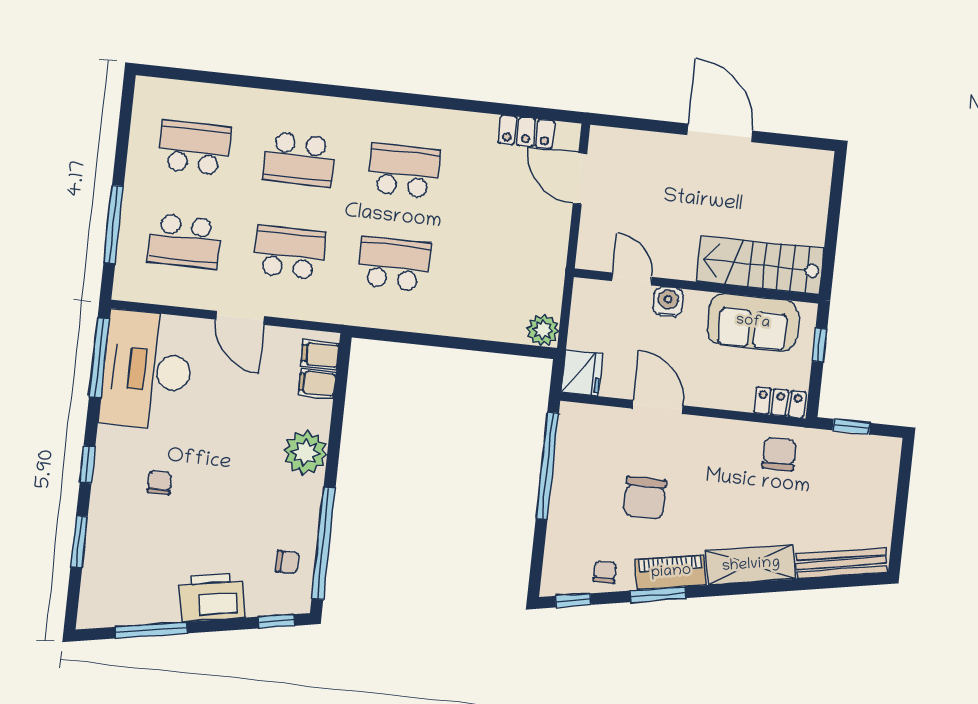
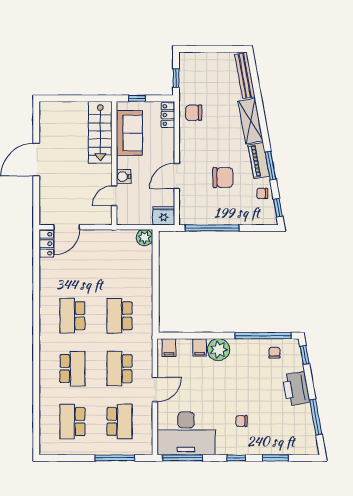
locker: (526, 132) -> (46, 244), moved
filing cabinet: (317, 384) -> (200, 347), moved

